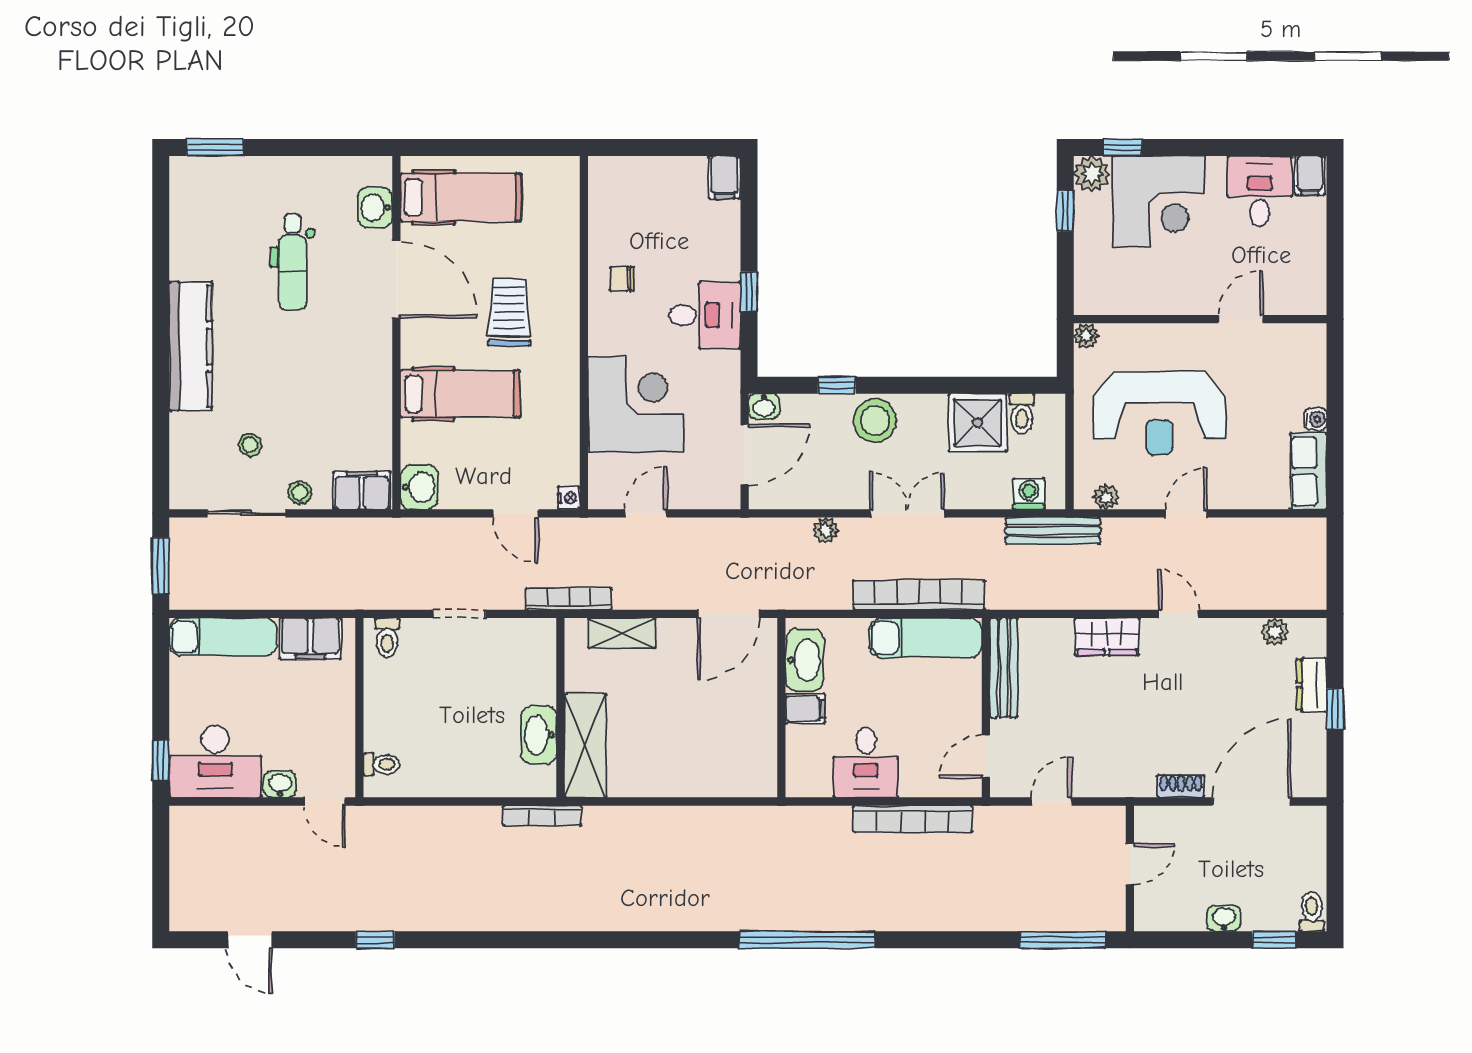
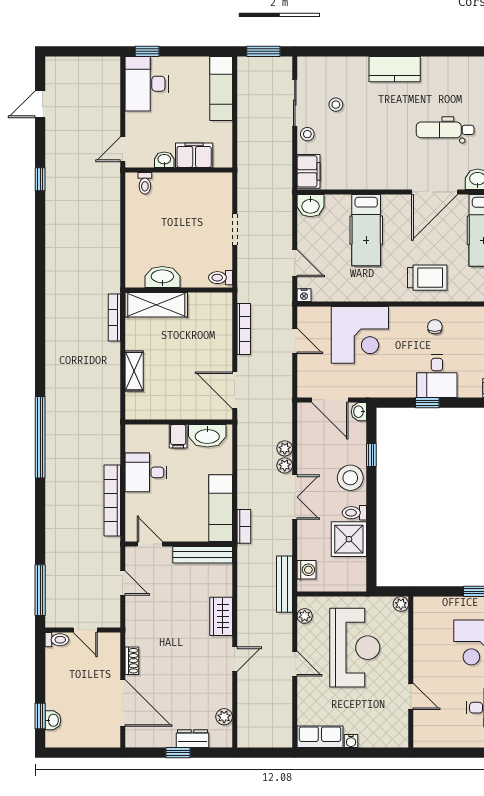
trolley: (509, 313) -> (427, 278), moved
desk: (705, 315) -> (437, 376), moved
kitchen counter: (191, 346) -> (395, 69), width x0.67
reception desk: (1159, 413) -> (355, 648), turned 180
toilet: (1022, 414) -> (354, 513), moved
door: (516, 513) -> (295, 263), swing flipped
plant: (854, 530) -> (285, 465), added
bookcase: (919, 595) -> (244, 526), width x0.43, depth x0.76
bookcase: (569, 599) -> (244, 329), moved
shelving: (622, 633) -> (134, 371), moved
toilet: (387, 638) -> (221, 278), moved
filing cabinet: (310, 639) -> (194, 155), moved, turned 90
washbasin: (280, 784) -> (164, 160), moved, turned -90
bookcase: (542, 816) -> (114, 317), moved
toilet: (1312, 912) -> (57, 640), moved
washbasin: (1224, 918) -> (53, 720), moved

